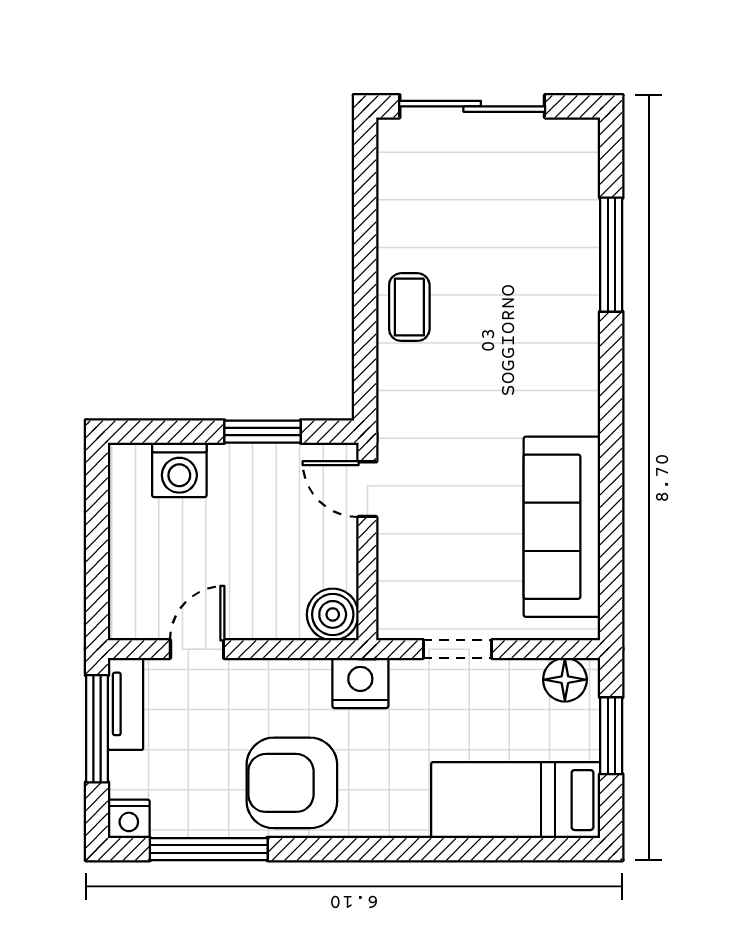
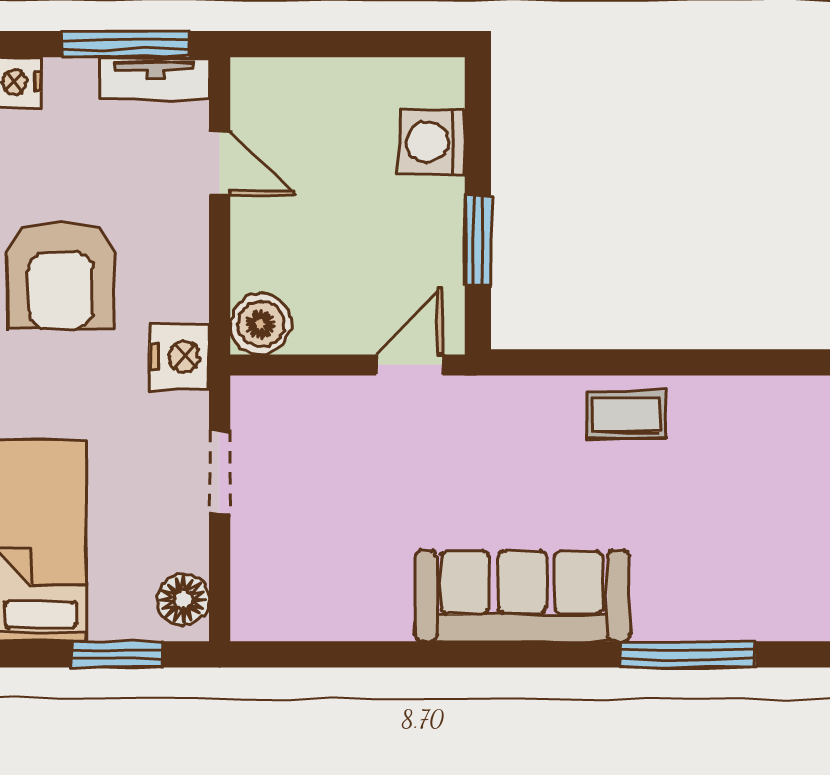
sofa: (562, 527) -> (522, 596), moved
armchair: (292, 783) -> (61, 275), turned 180

